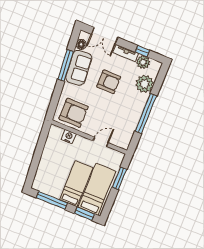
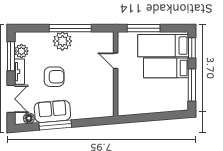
window: (142, 51) -> (11, 56), width x2.17
armchair: (109, 82) -> (54, 77), turned 90
plant: (145, 84) -> (62, 41), moved
armchair: (74, 113) -> (98, 99), removed
nightstand: (69, 137) -> (123, 94), removed
window: (119, 178) -> (144, 28), width x1.44

